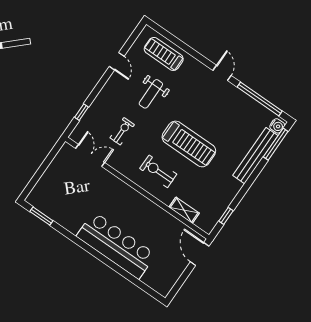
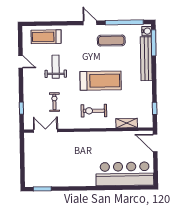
weight bench: (151, 94) -> (56, 67), turned 180
exercise mat: (232, 109) -> (111, 40), added
bar counter: (116, 245) -> (125, 174), moved

